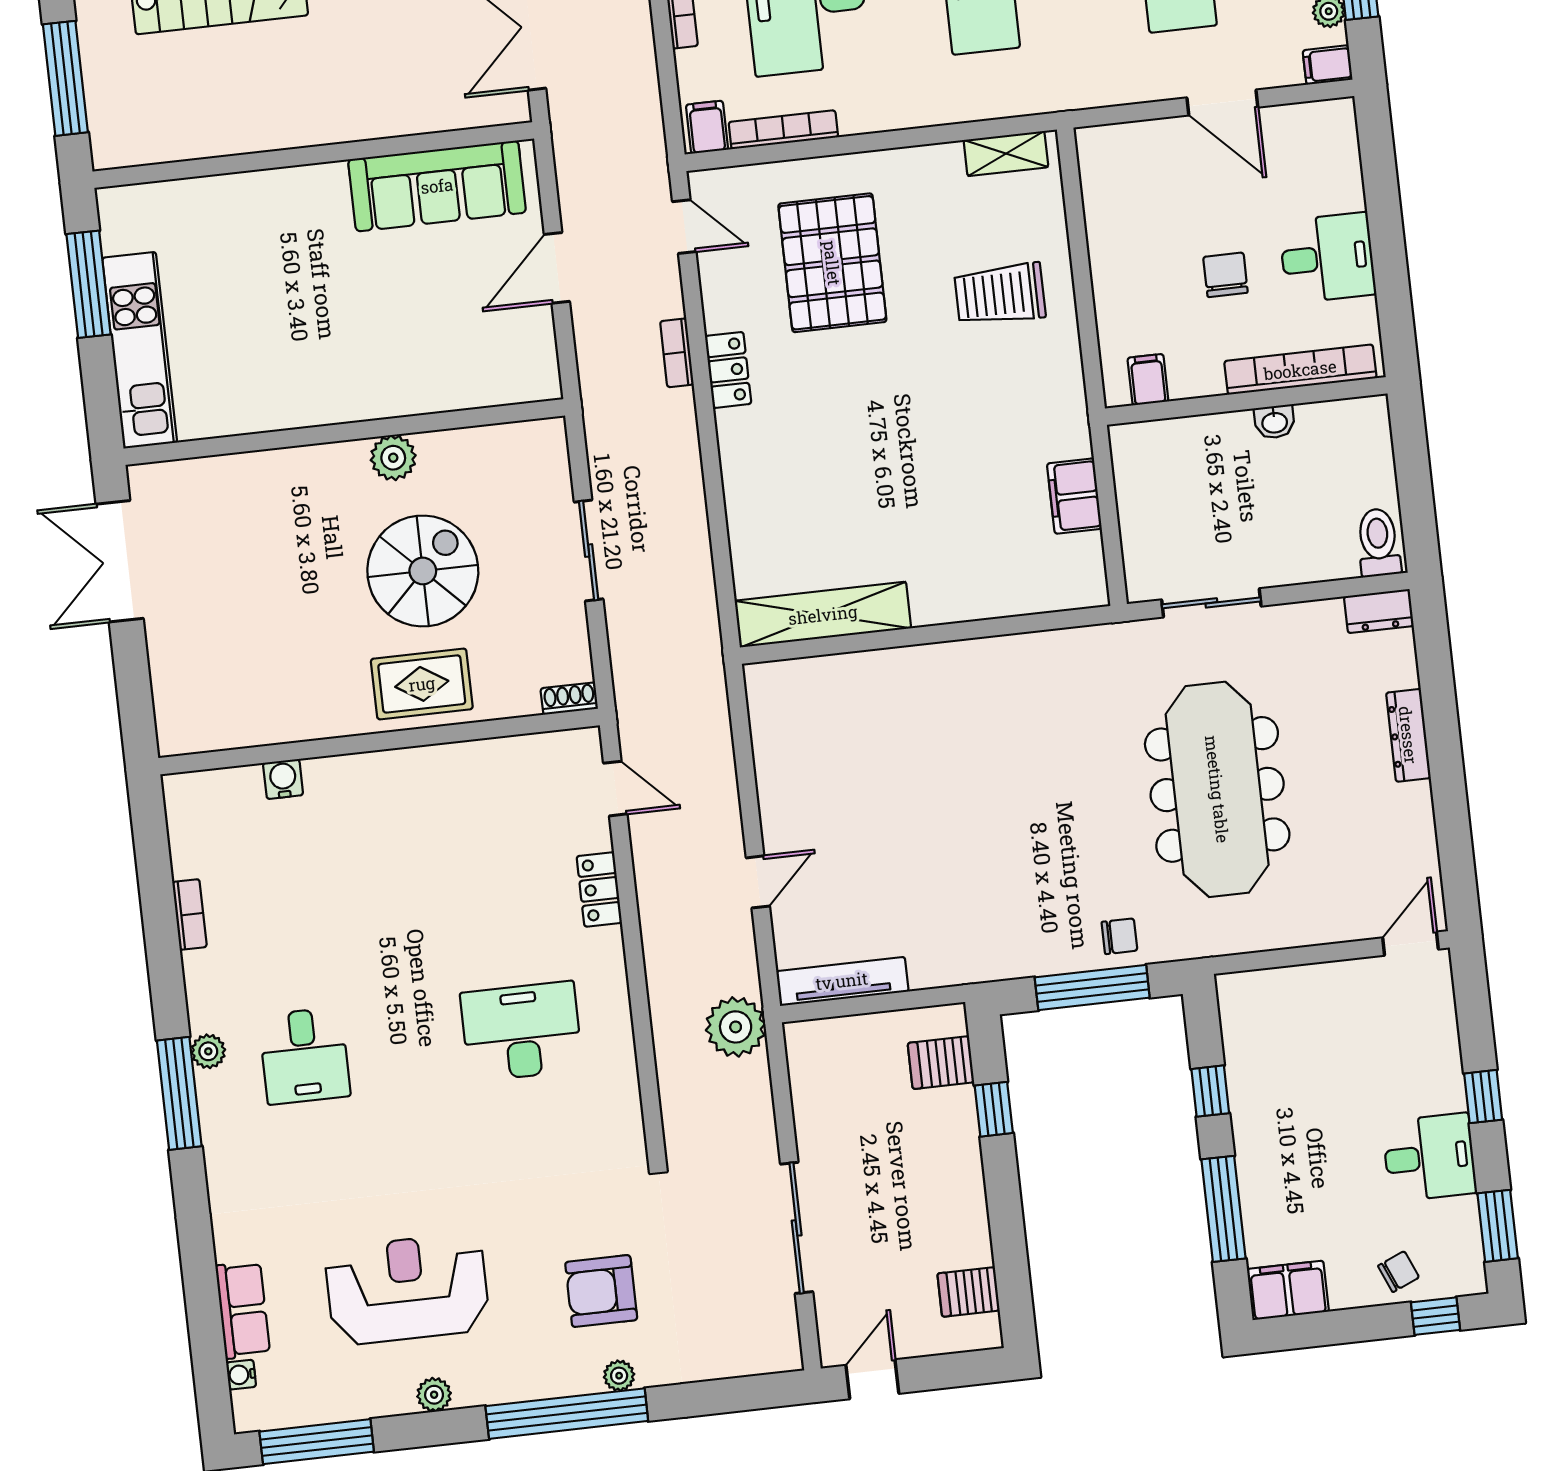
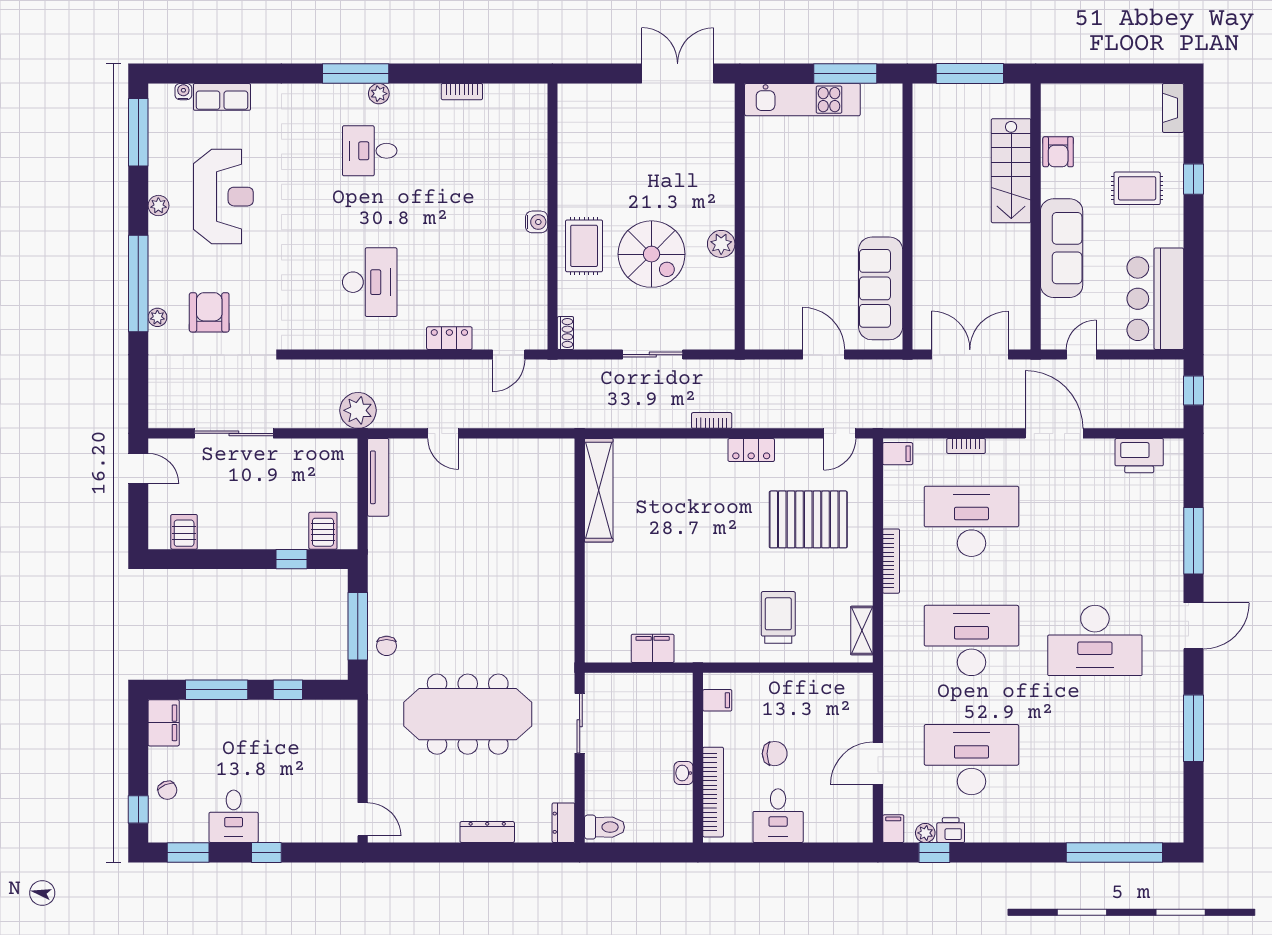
bookcase: (783, 130) -> (891, 561), moved
bookcase: (677, 353) -> (712, 420), moved
water cooler: (283, 779) -> (537, 222), moved

